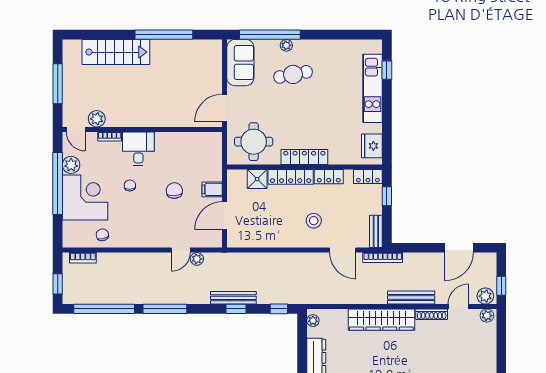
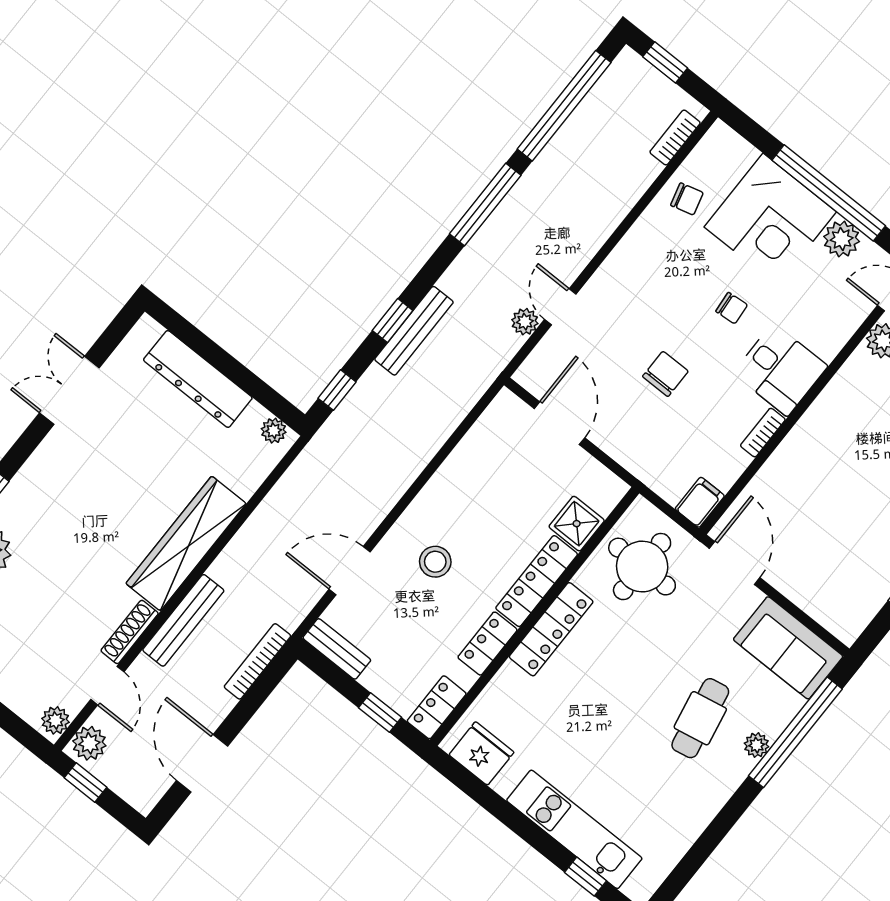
bookcase: (110, 136) -> (763, 433), moved
filing cabinet: (212, 189) -> (700, 502), moved
chair: (174, 191) -> (665, 374), turned -86
bookcase: (383, 258) -> (257, 661), moved

